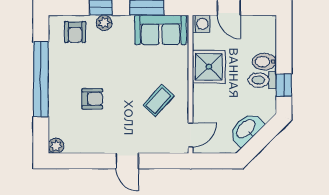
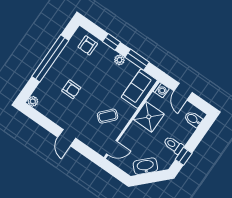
plant: (104, 23) -> (119, 60), moved
sofa: (160, 30) -> (139, 89), moved, turned 90
bidet: (264, 62) -> (193, 119), moved

